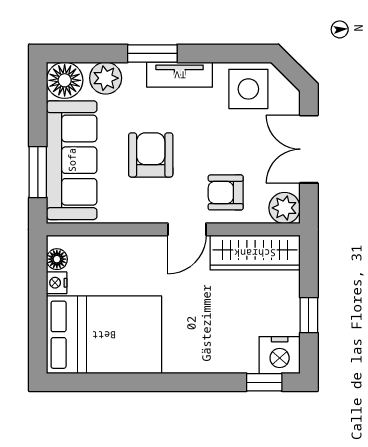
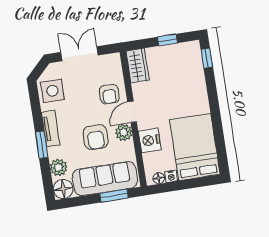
double door: (309, 149) -> (79, 54), swing flipped
armchair: (151, 155) -> (96, 137), turned -90
plant: (285, 208) -> (124, 132), moved
door: (187, 229) -> (132, 112), swing flipped
wardrobe: (255, 253) -> (137, 66), width x0.67
nightstand: (280, 355) -> (150, 140), moved, turned 180

